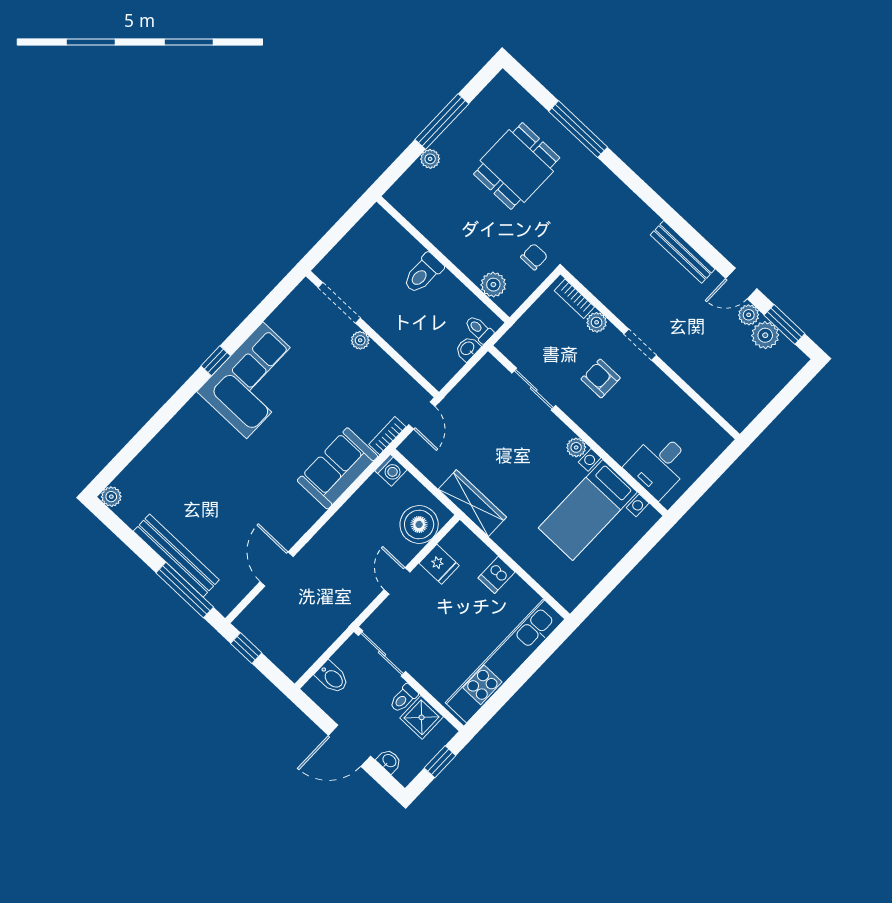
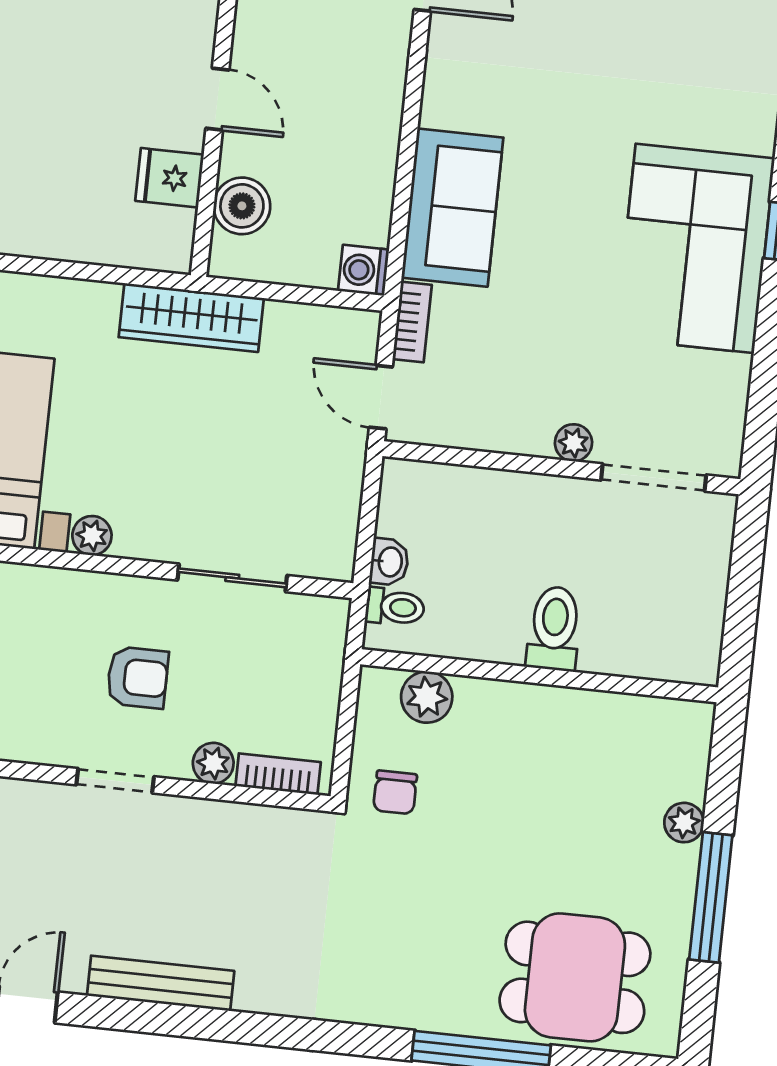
dining table: (517, 166) -> (575, 977), moved, turned 90
boiler: (419, 524) -> (242, 206), width x0.73, depth x0.73
dishwasher: (496, 575) -> (64, 231), removed

